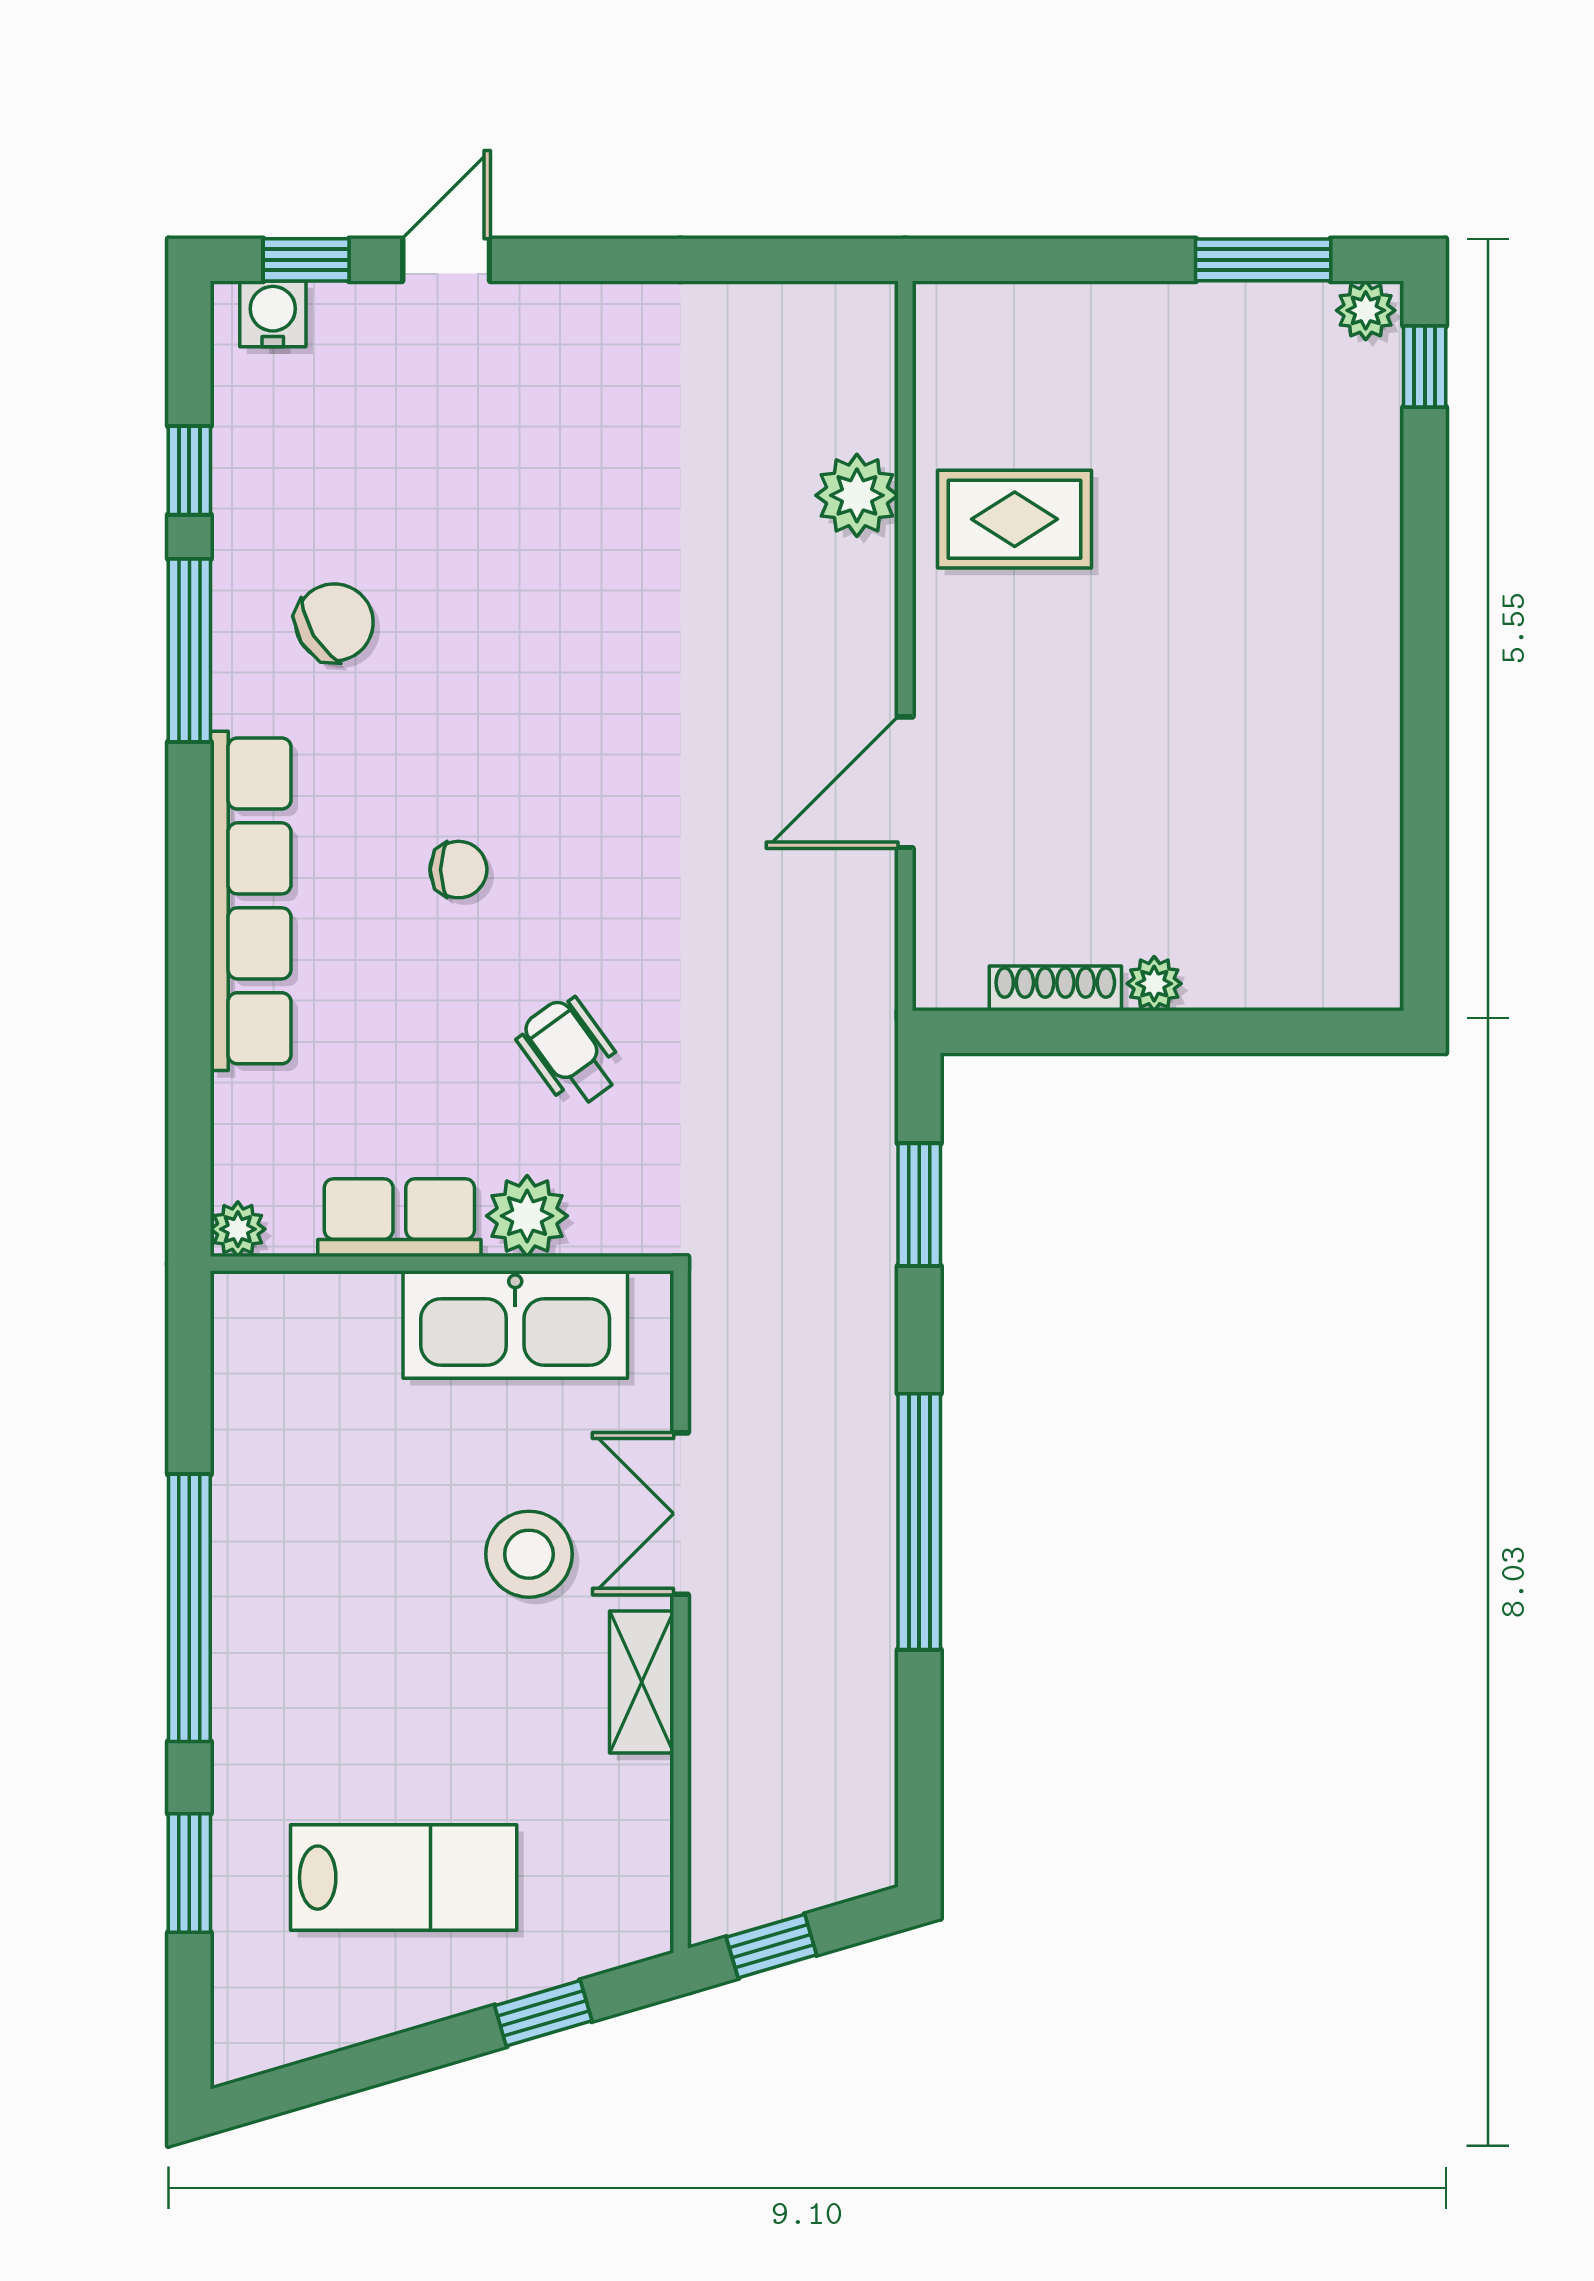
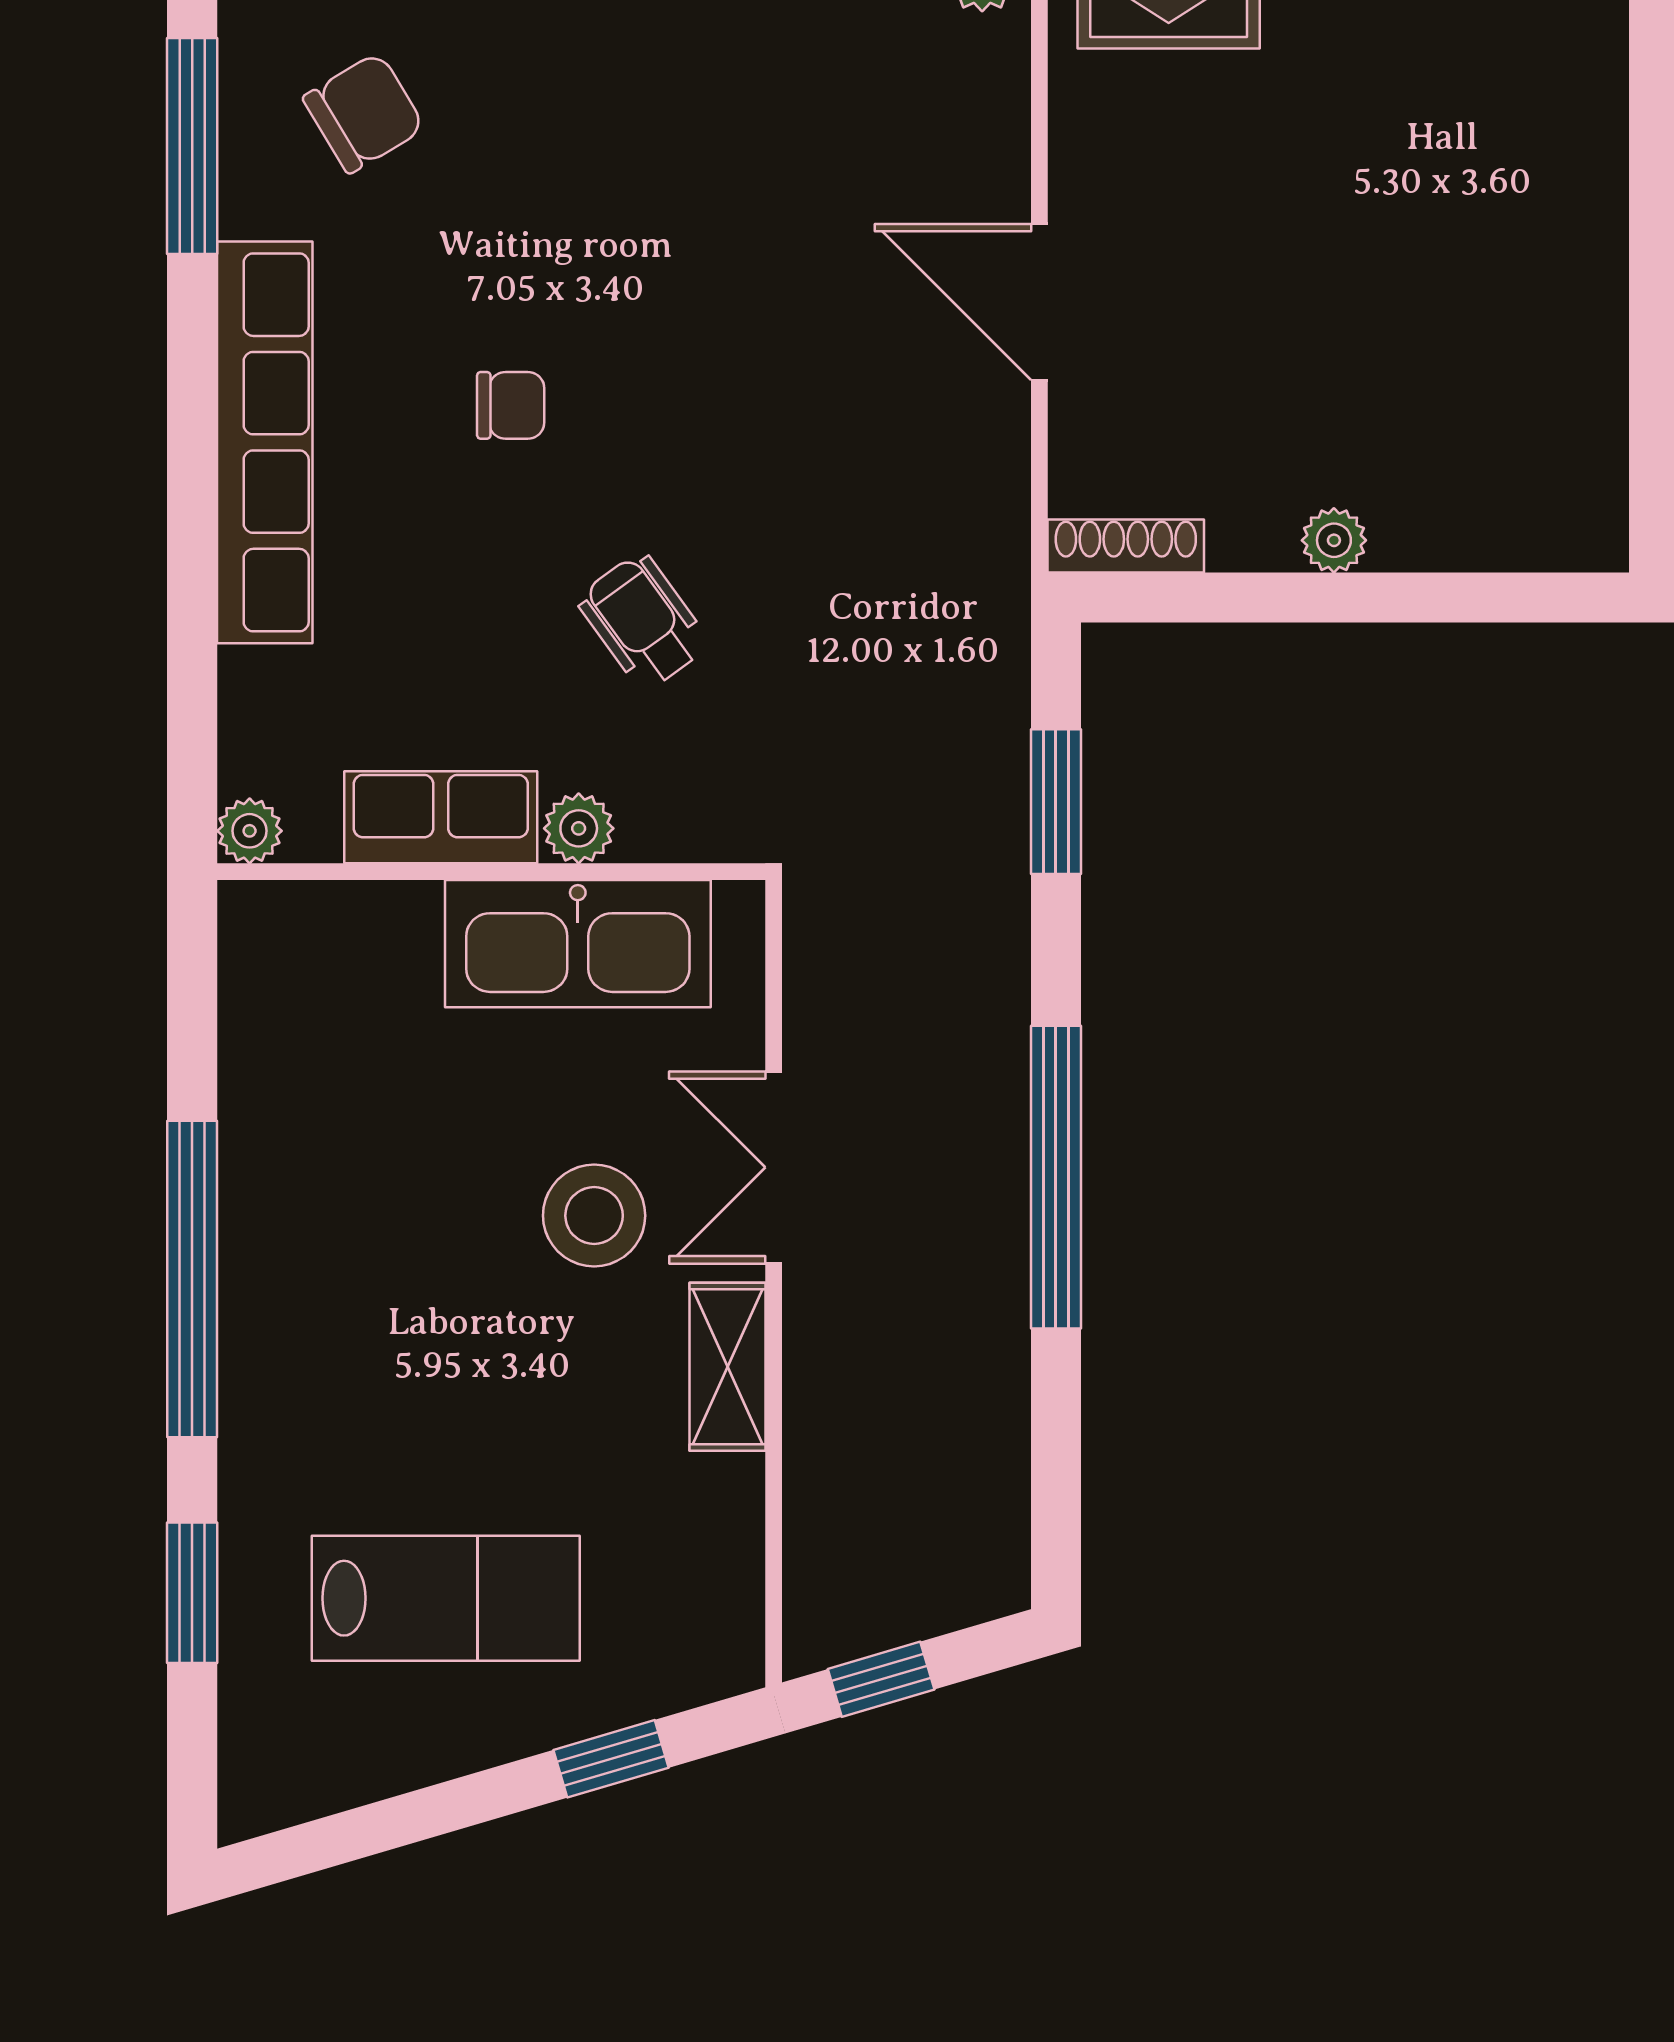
door: (905, 782) -> (1039, 302), hinge flipped
shoe rack: (1055, 988) -> (1126, 546), moved
plant: (527, 1216) -> (579, 828), width x0.73, depth x0.73

